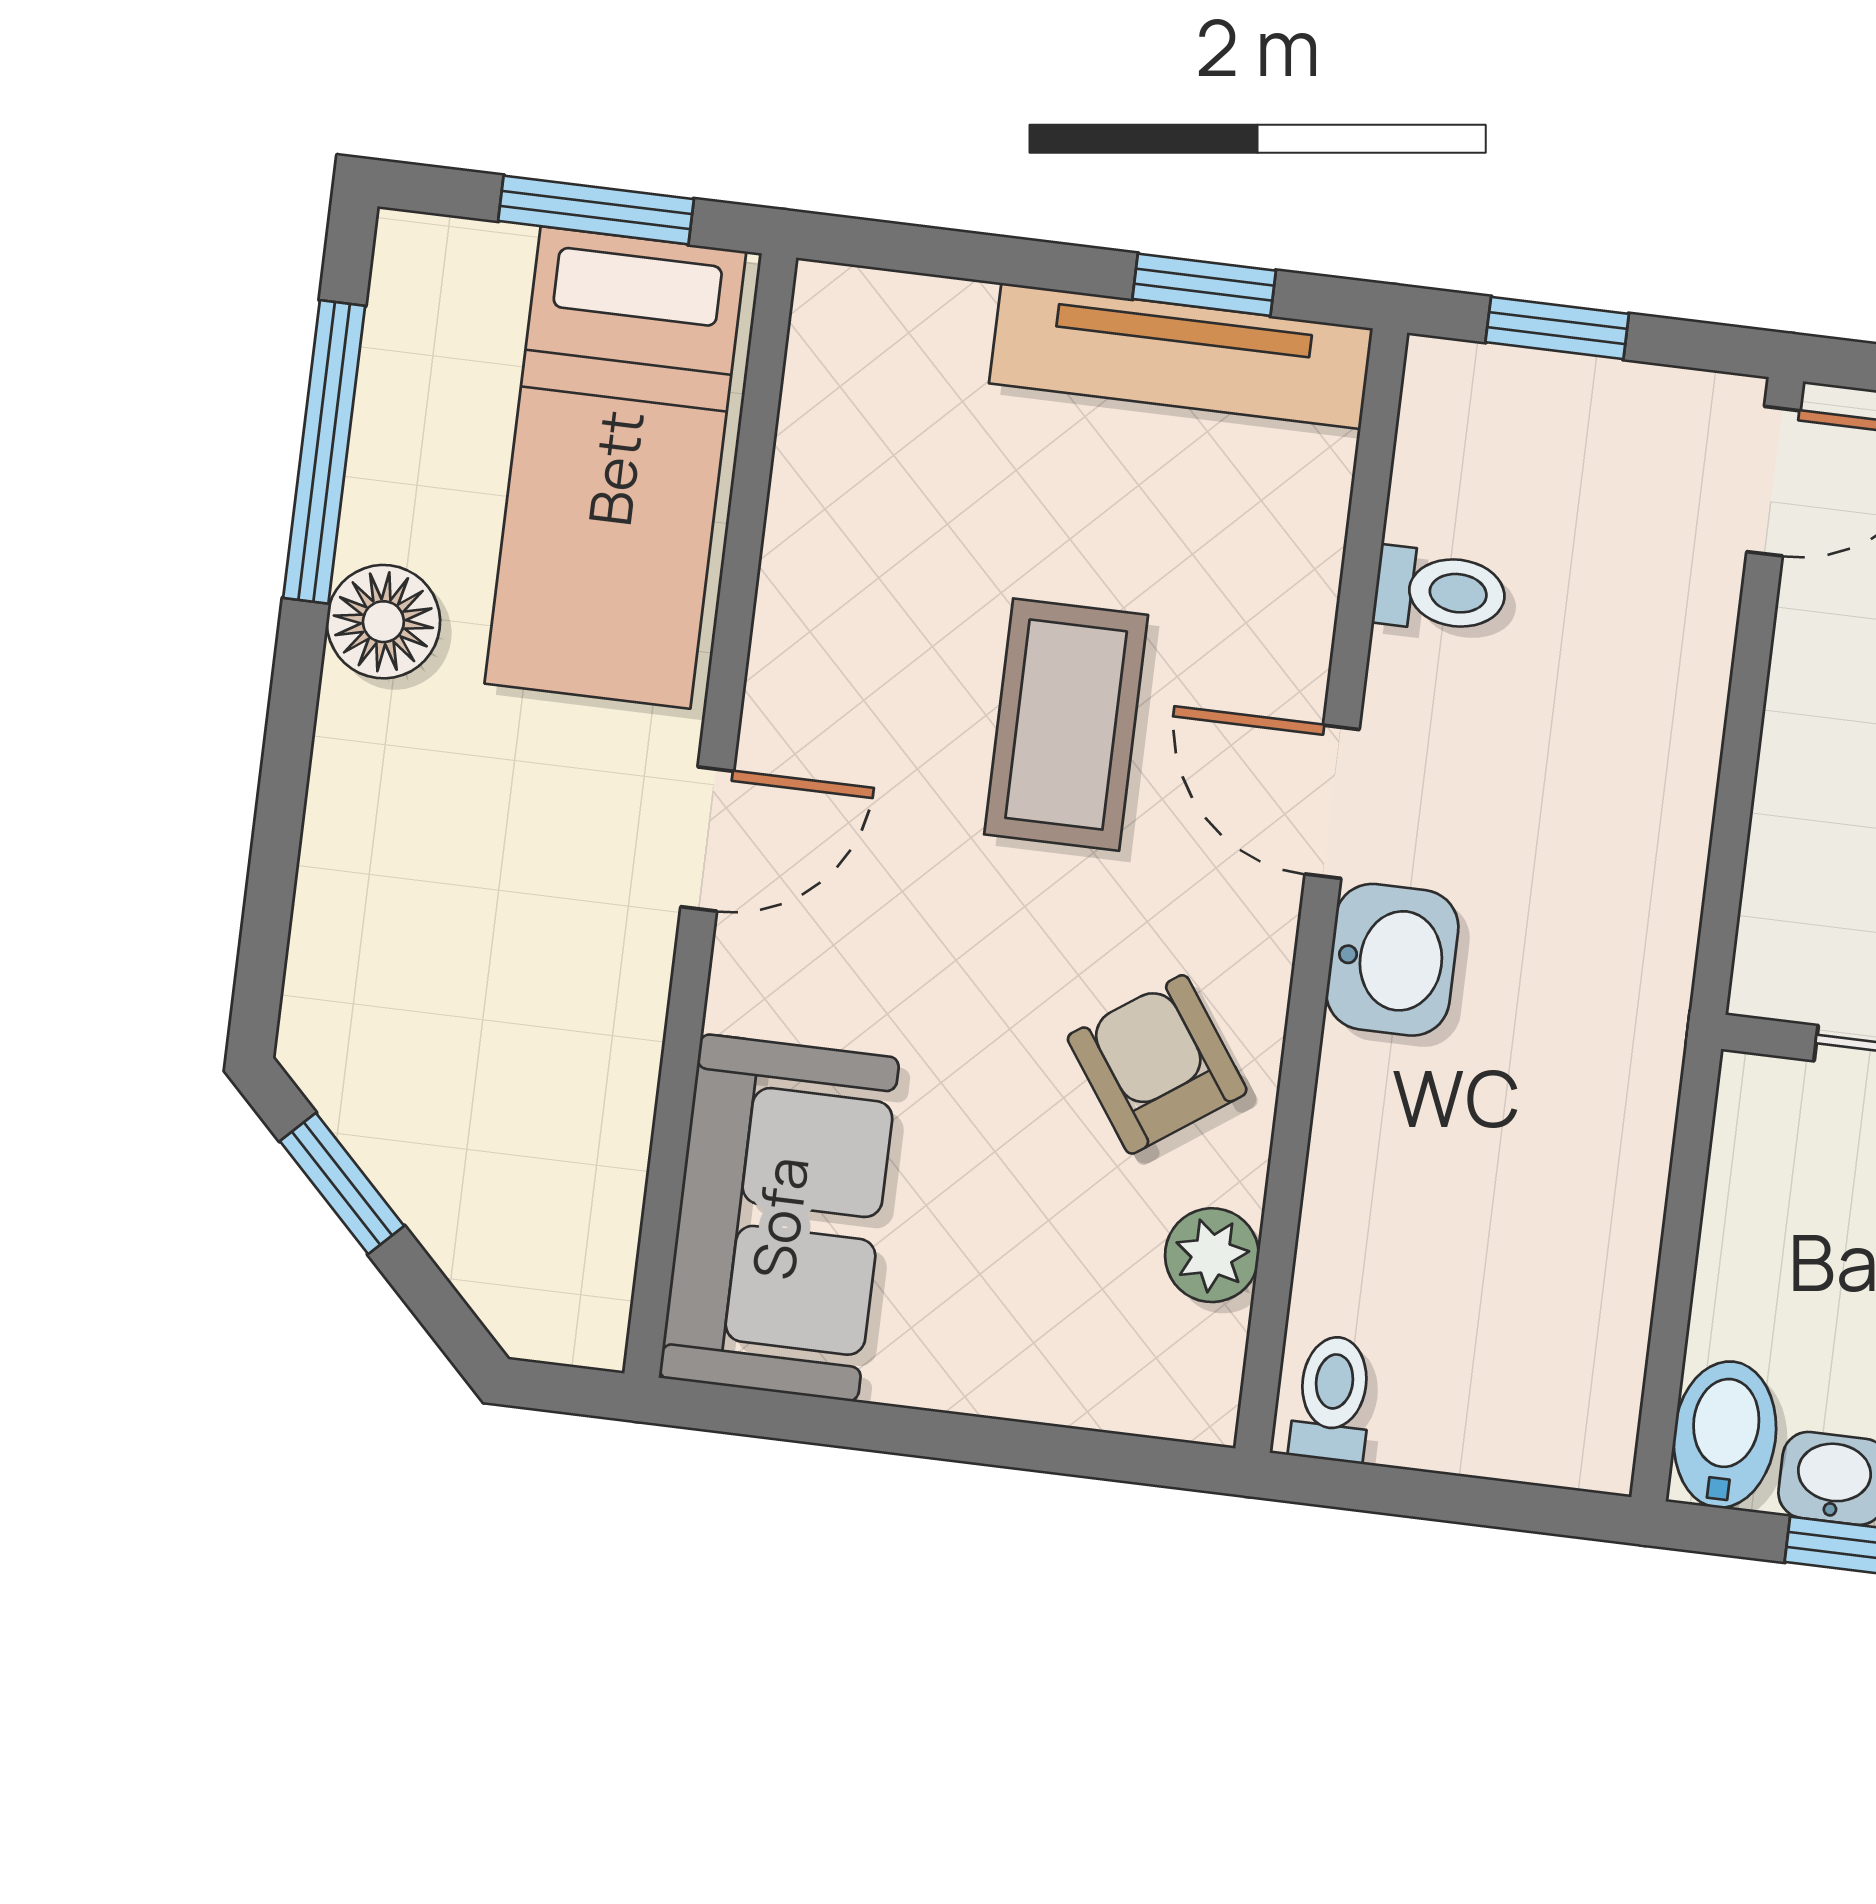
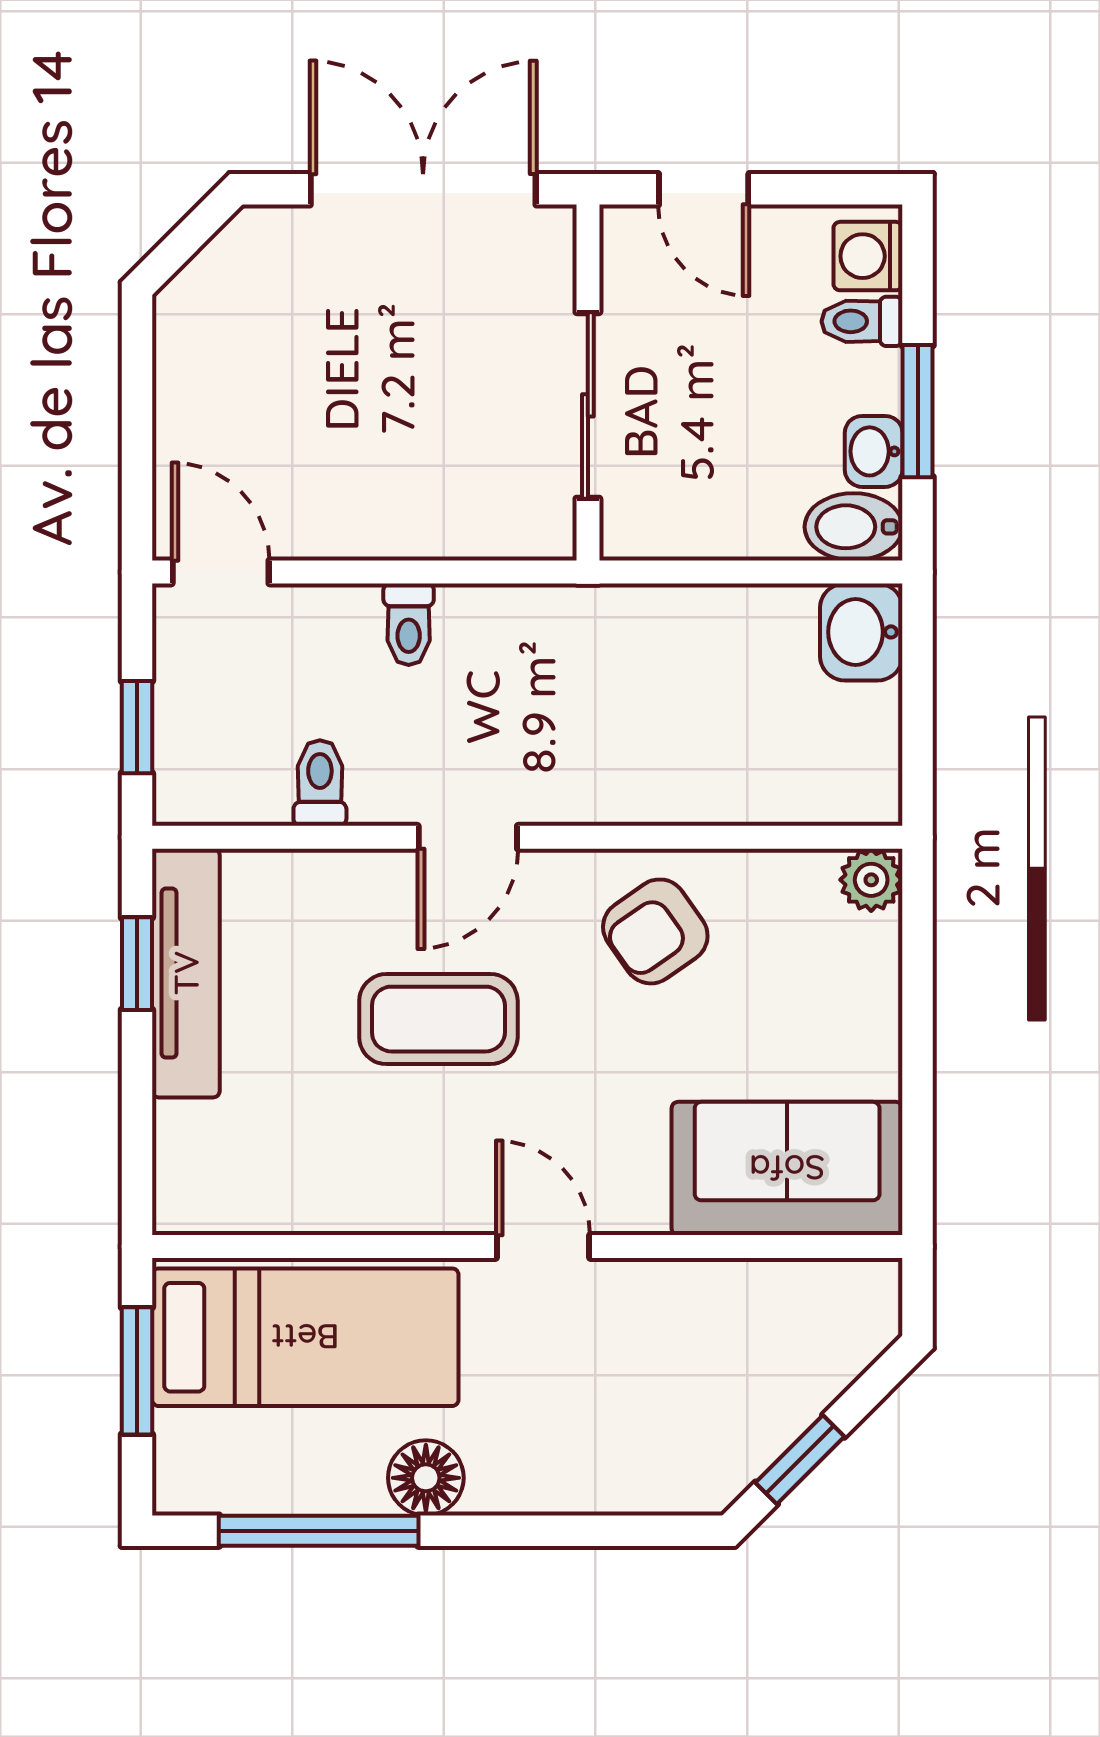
washbasin: (1392, 960) -> (861, 632), moved, turned -90
plant: (1212, 1255) -> (871, 880), moved
toilet: (1332, 1398) -> (409, 624), moved, turned -90

